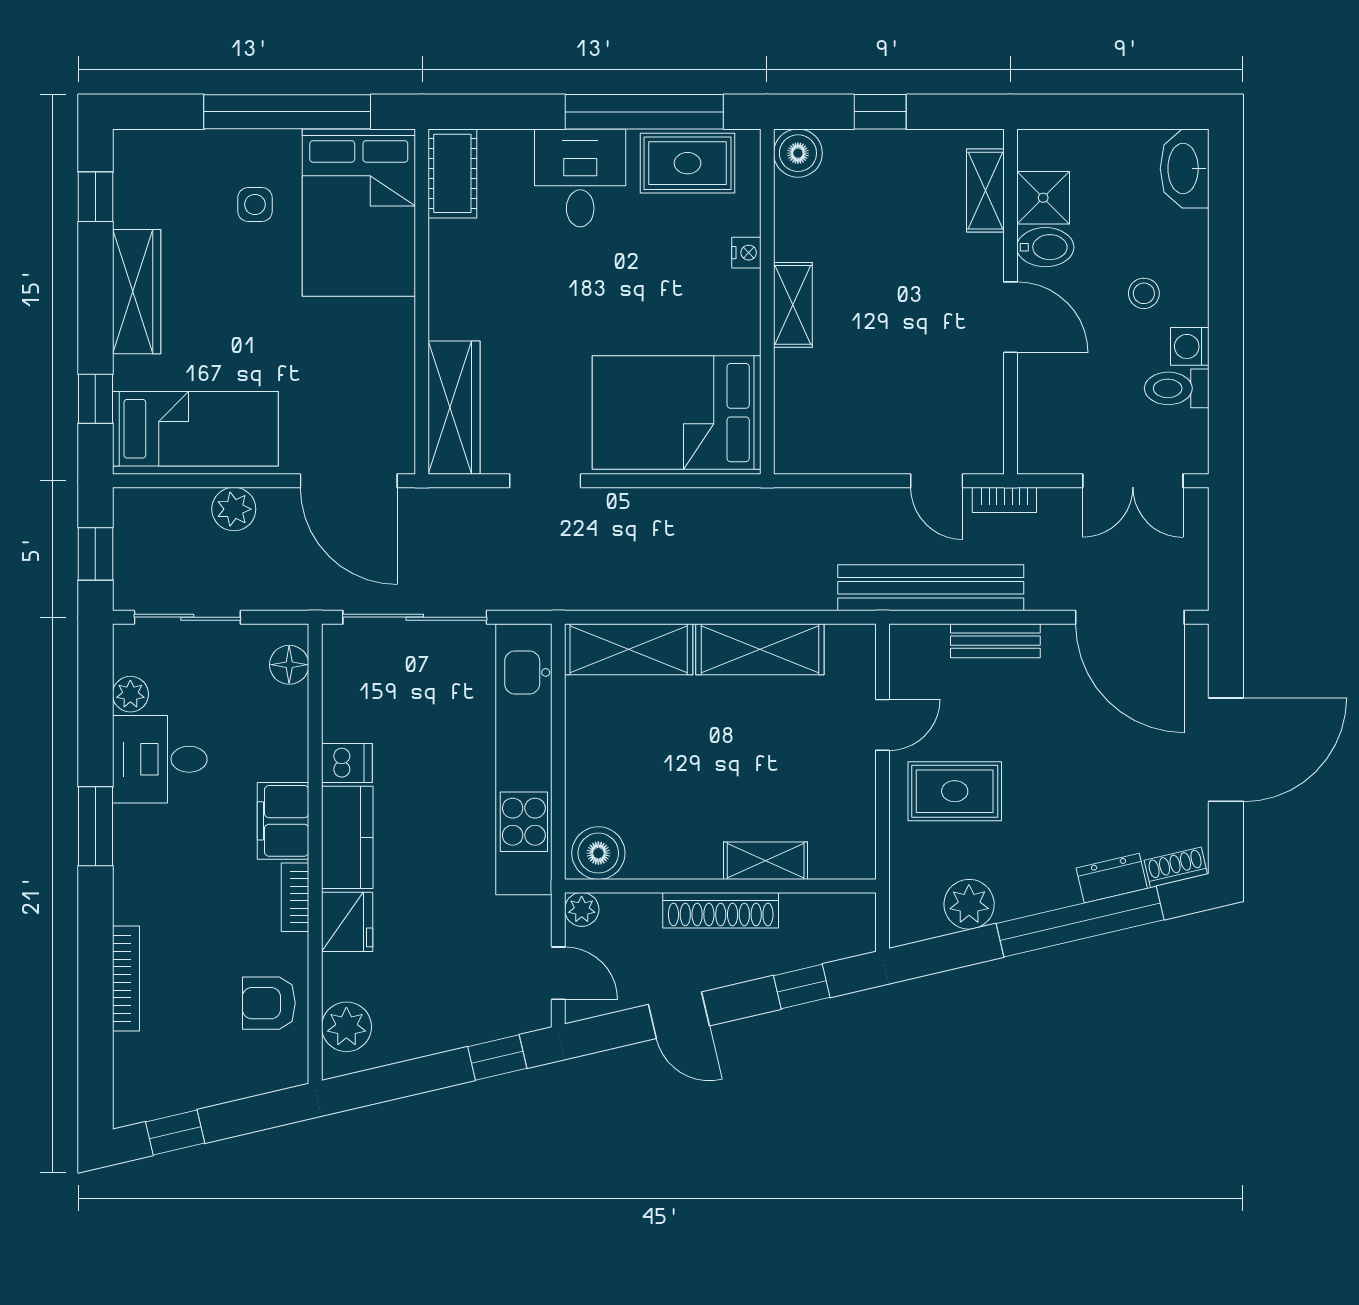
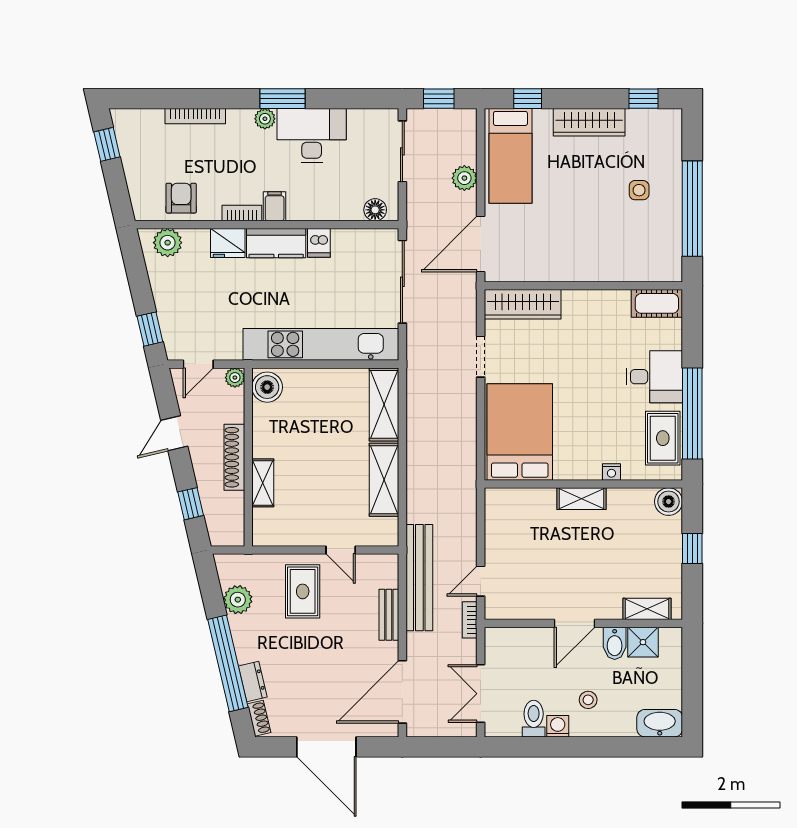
bed: (359, 213) -> (634, 250), removed
plant: (130, 694) -> (265, 119), moved
desk: (160, 759) -> (312, 136), width x1.37
filing cabinet: (283, 821) -> (275, 206), width x0.50

